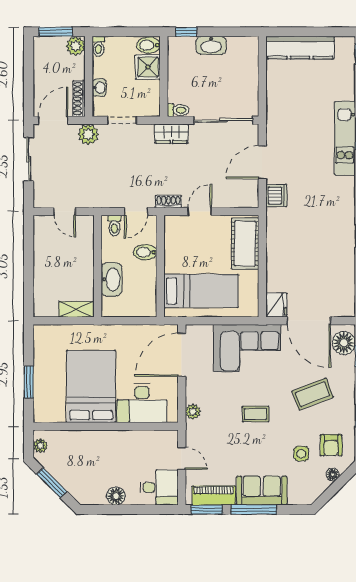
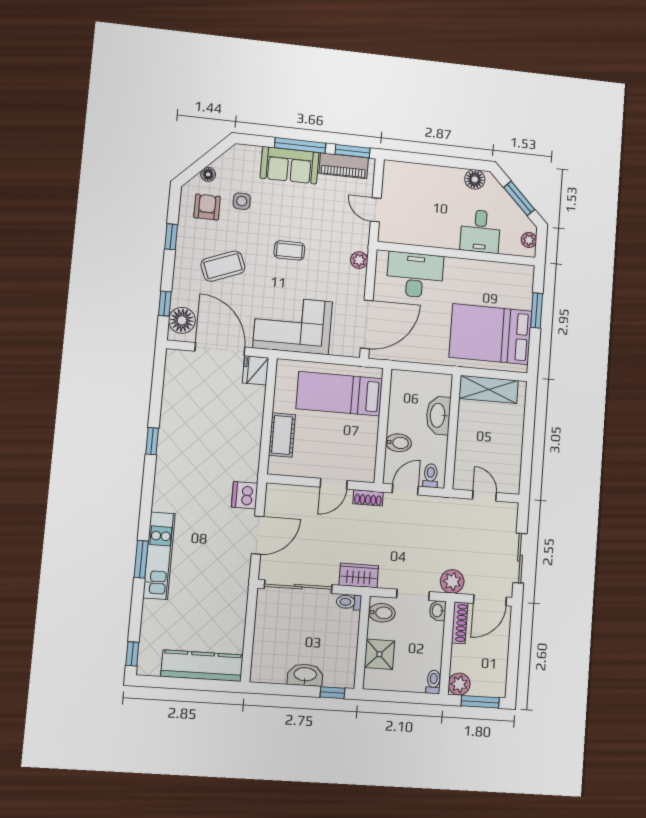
bidet: (149, 45) -> (382, 613), moved
washbasin: (99, 88) -> (438, 611), moved
cot: (245, 244) -> (282, 435), width x0.73, depth x0.75
shelving: (76, 309) -> (489, 389), width x1.50, depth x1.33
bed: (91, 387) -> (491, 334), moved, turned 90
desk: (159, 487) -> (480, 231), moved, turned -90
floor lamp: (116, 496) -> (475, 179), moved

